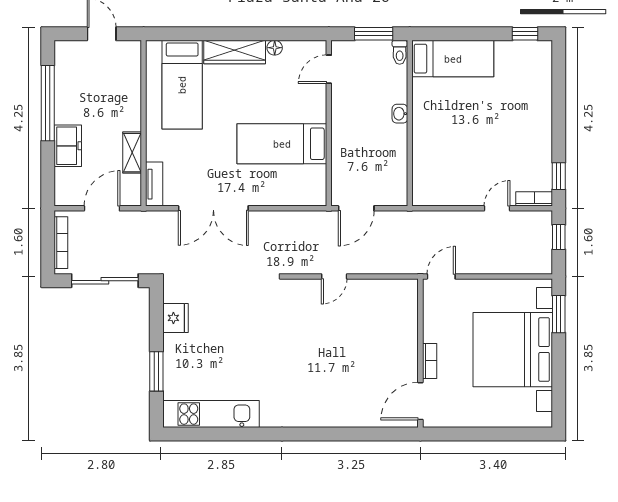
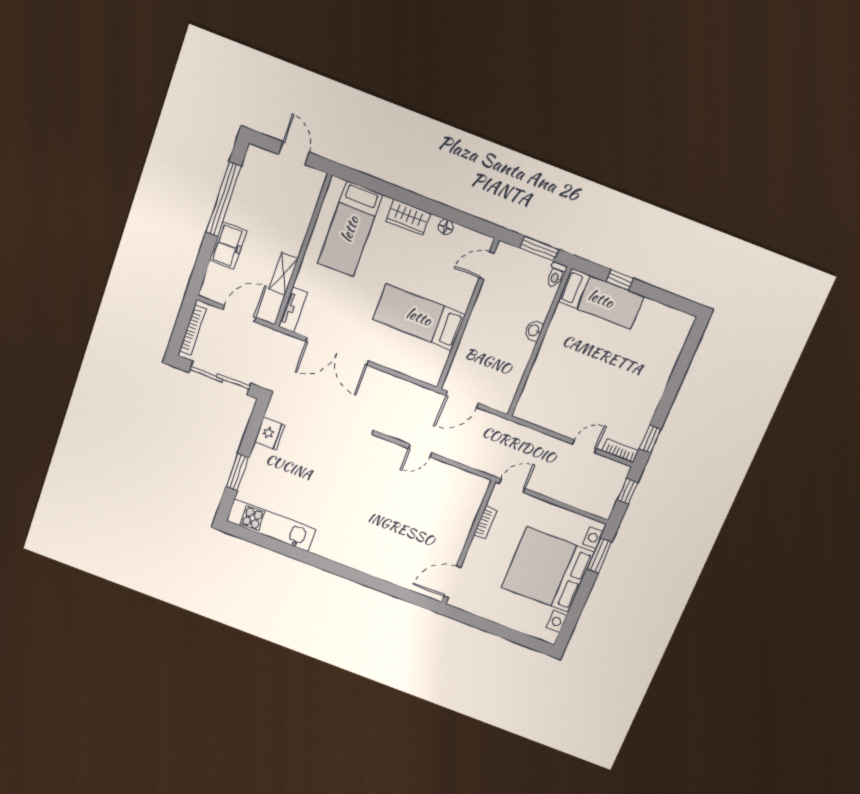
window: (525, 34) -> (620, 280), moved
wardrobe: (235, 52) -> (408, 217), width x0.67
bookcase: (430, 361) -> (486, 523), moved

